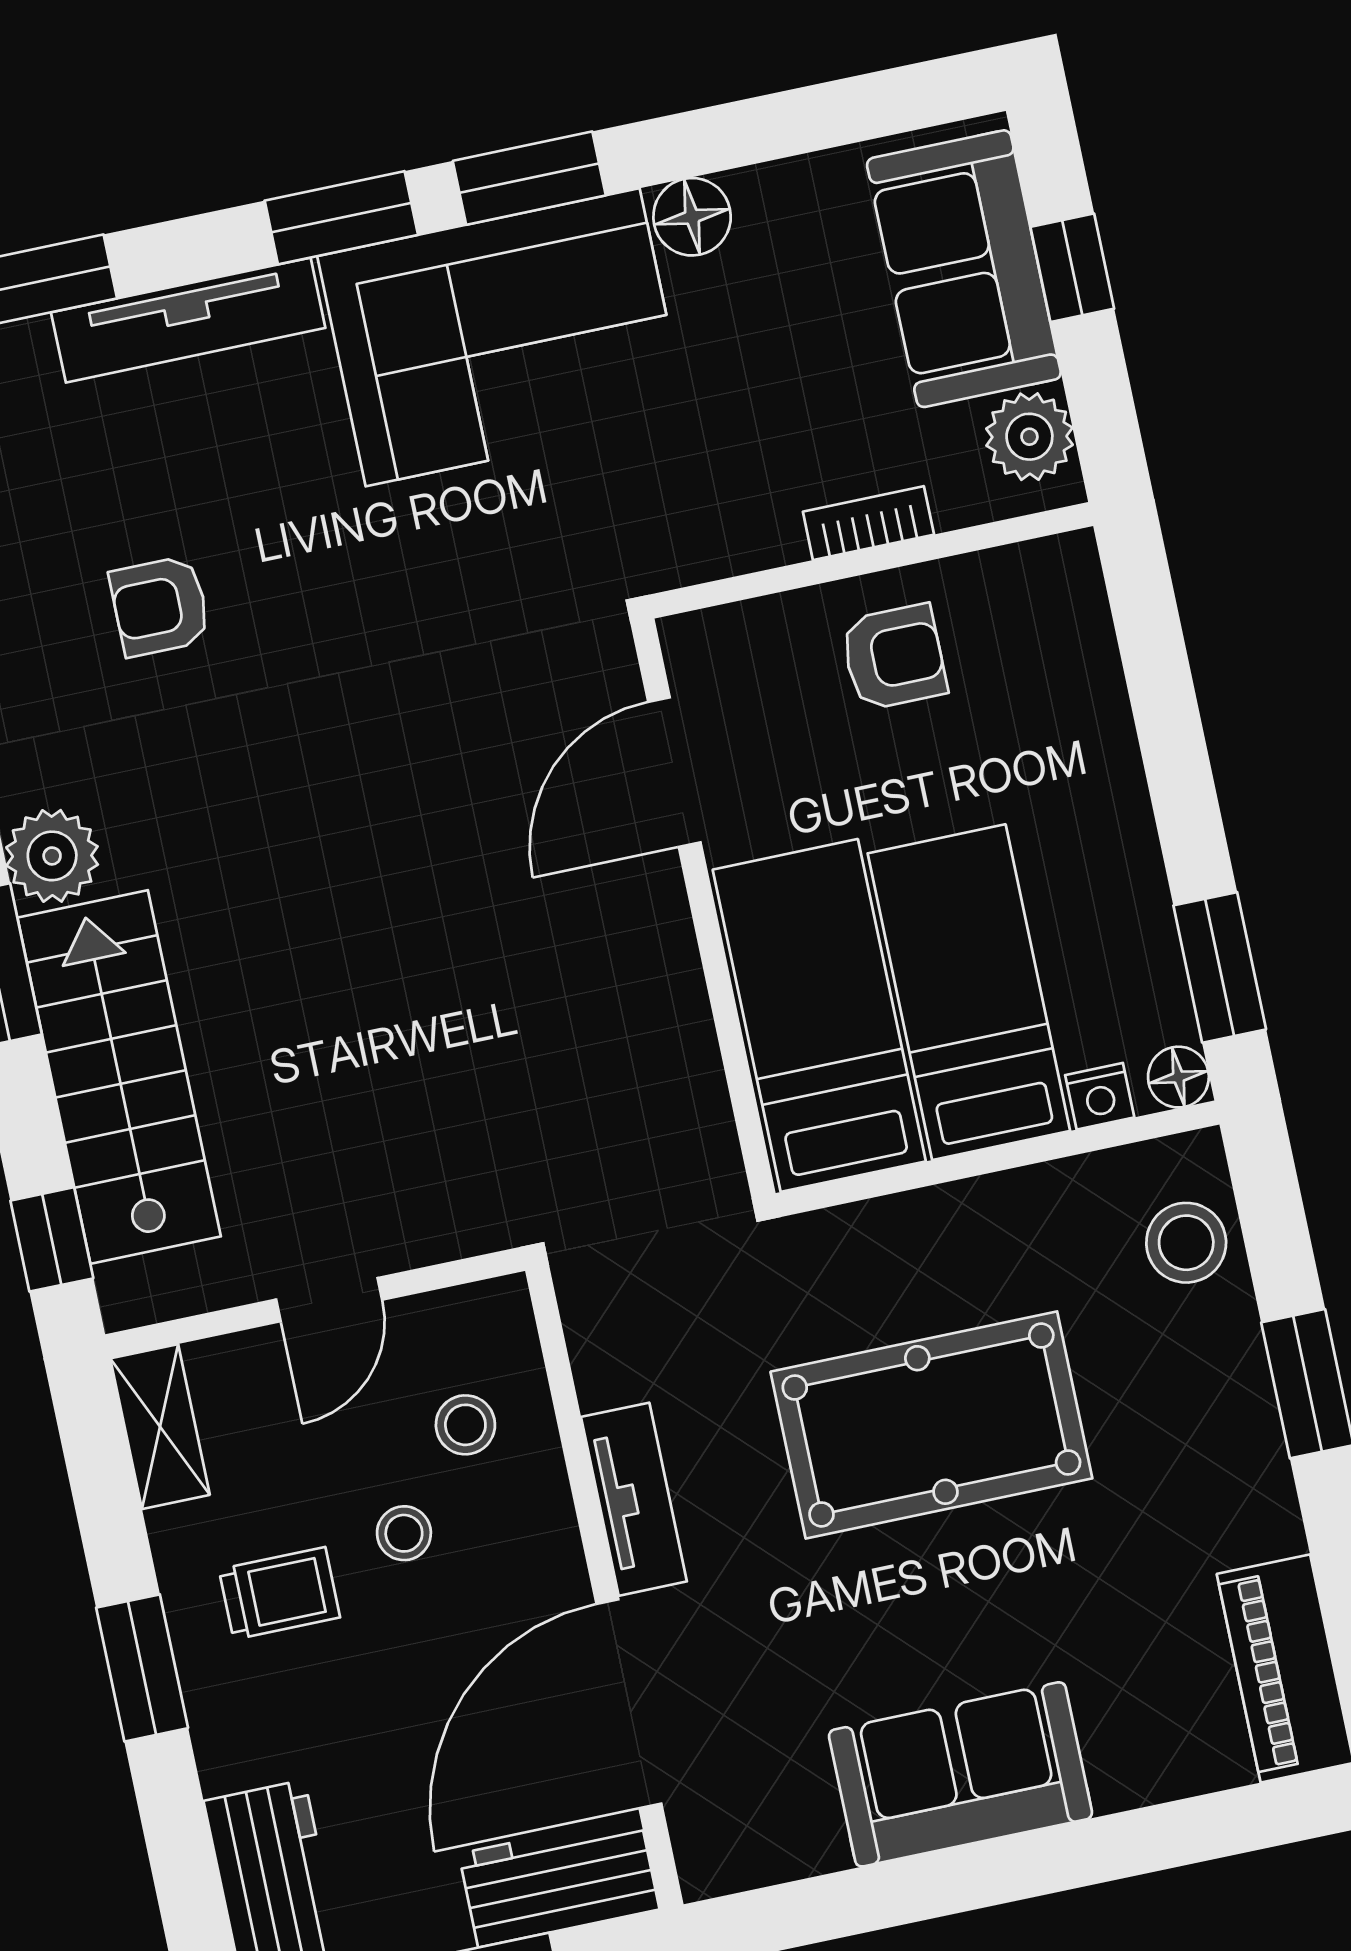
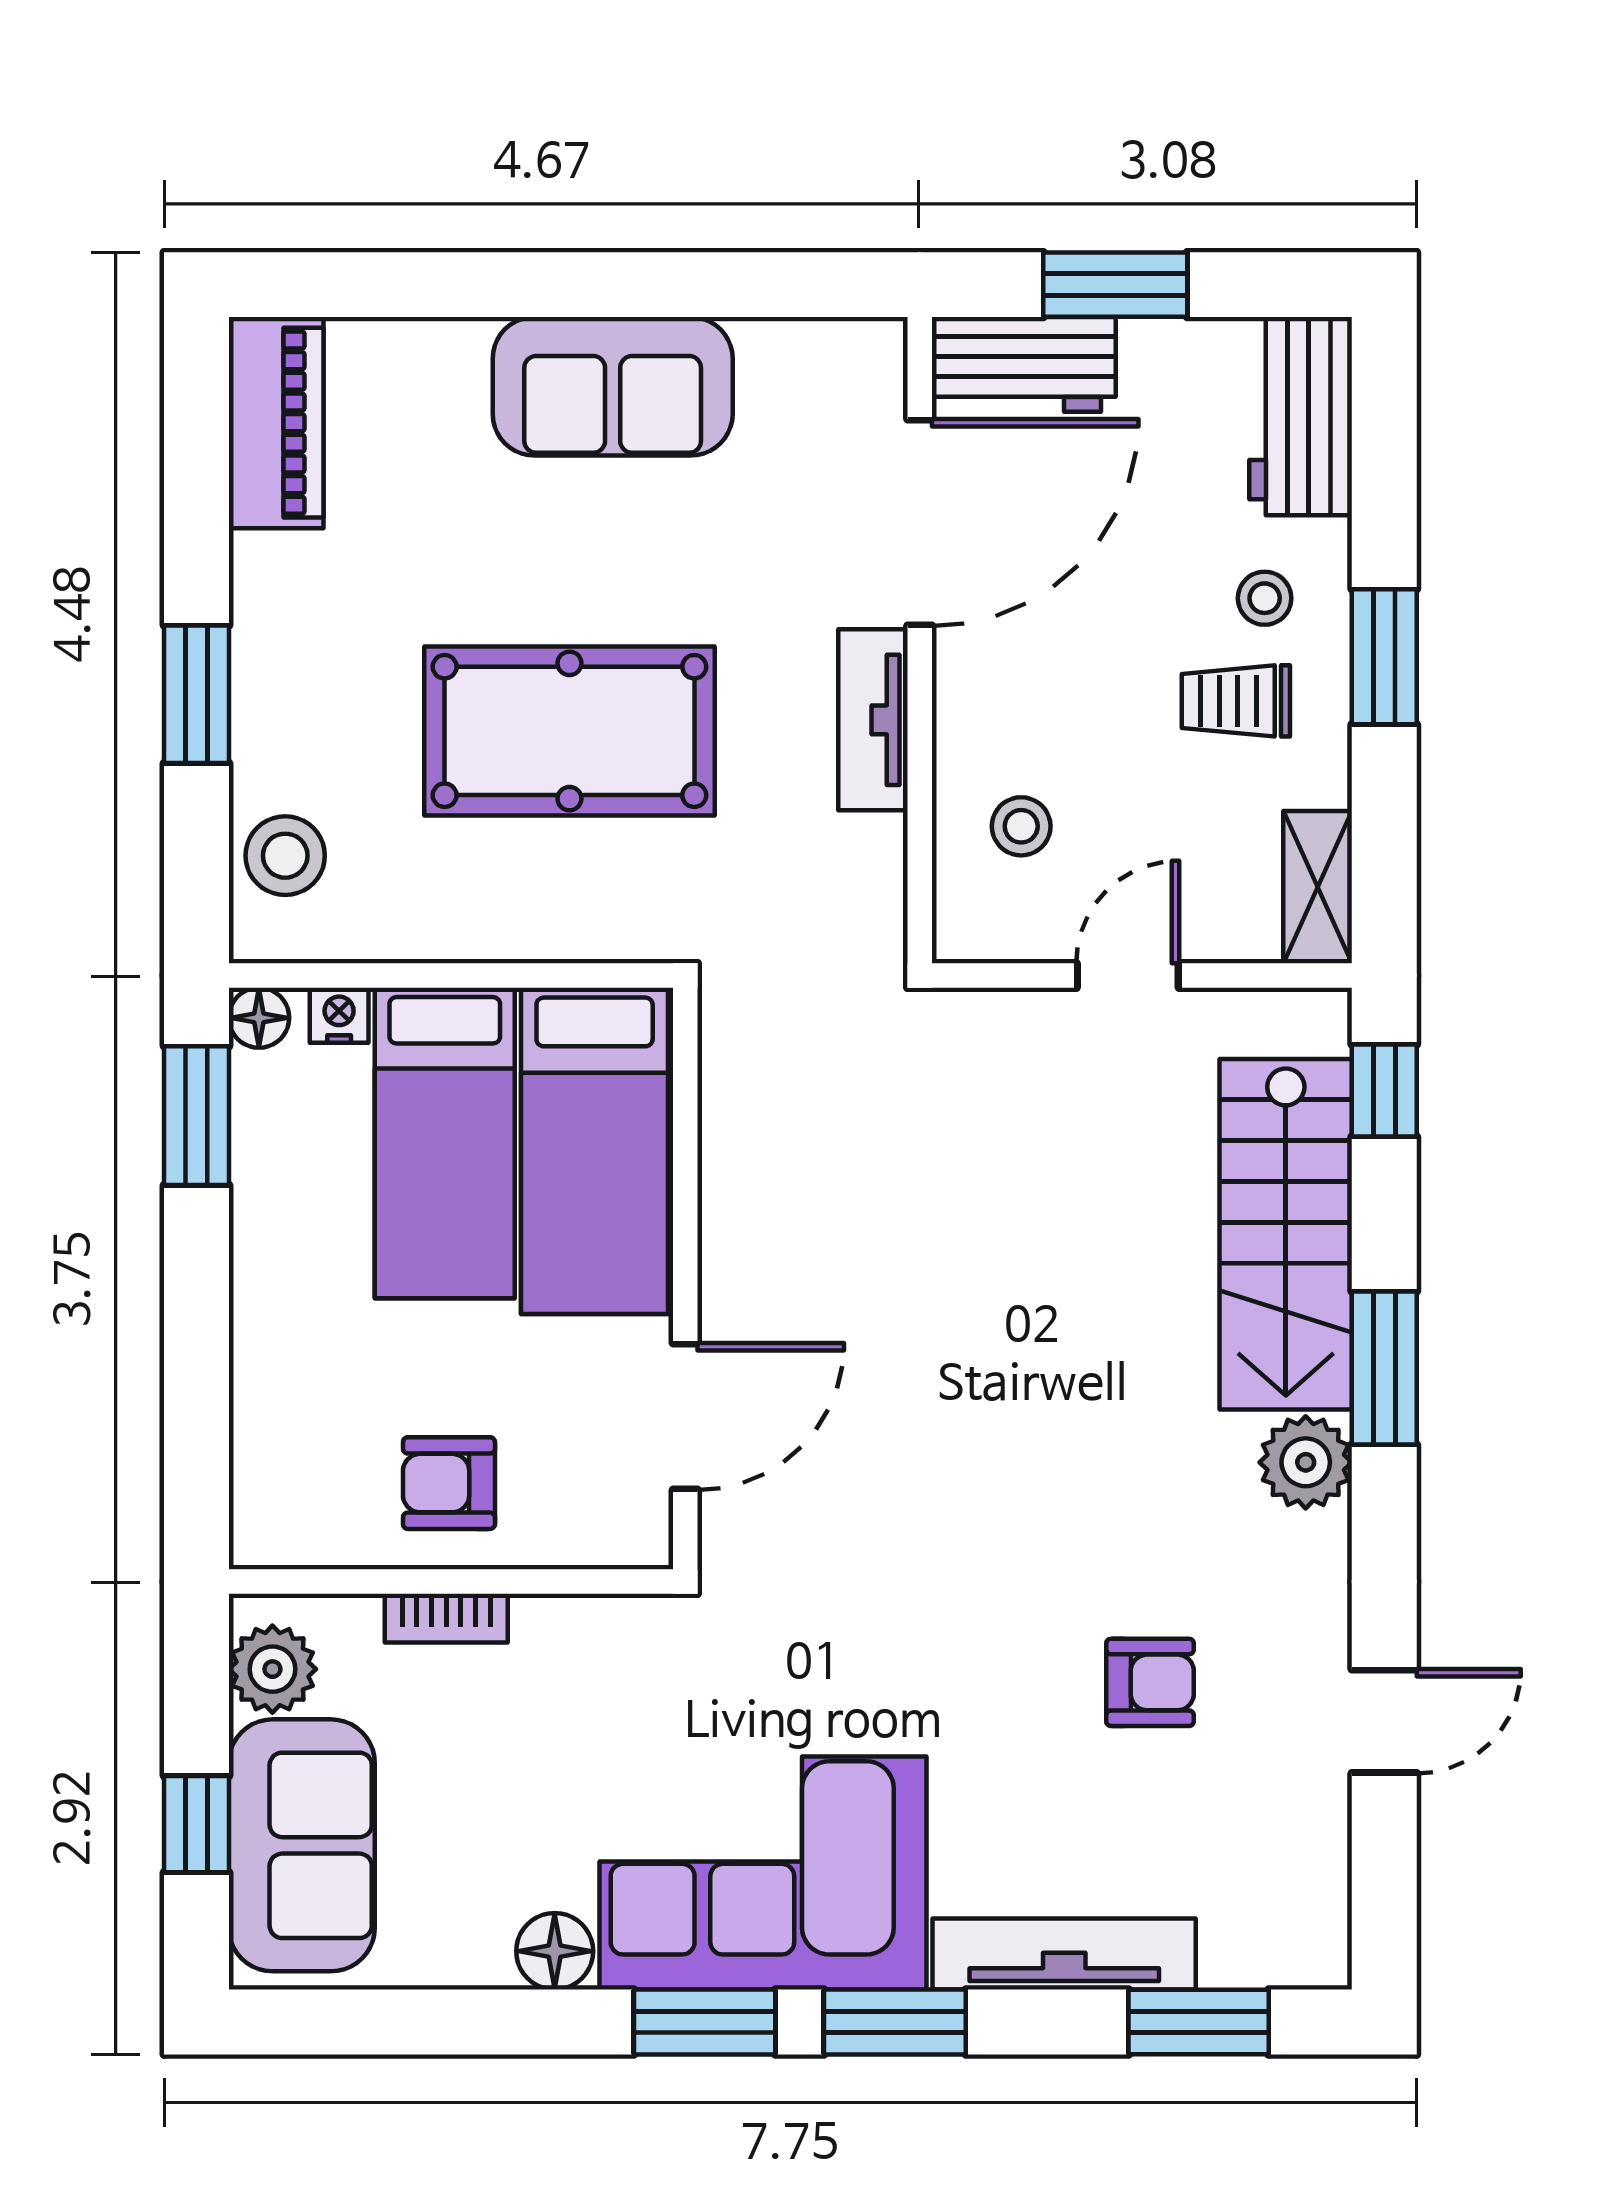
stool: (404, 1533) -> (1265, 598), moved

